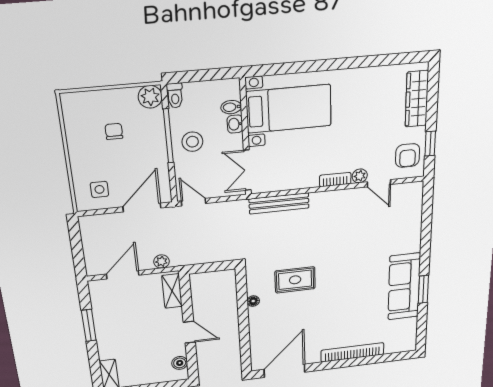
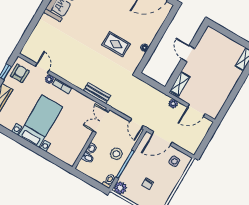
bed with nightstands: (289, 109) -> (40, 121), moved, turned 90
double door: (247, 170) -> (101, 121), swing flipped
bench: (279, 203) -> (97, 93), width x0.73
window: (89, 325) -> (233, 95), removed
boiler: (180, 363) -> (206, 39), removed

